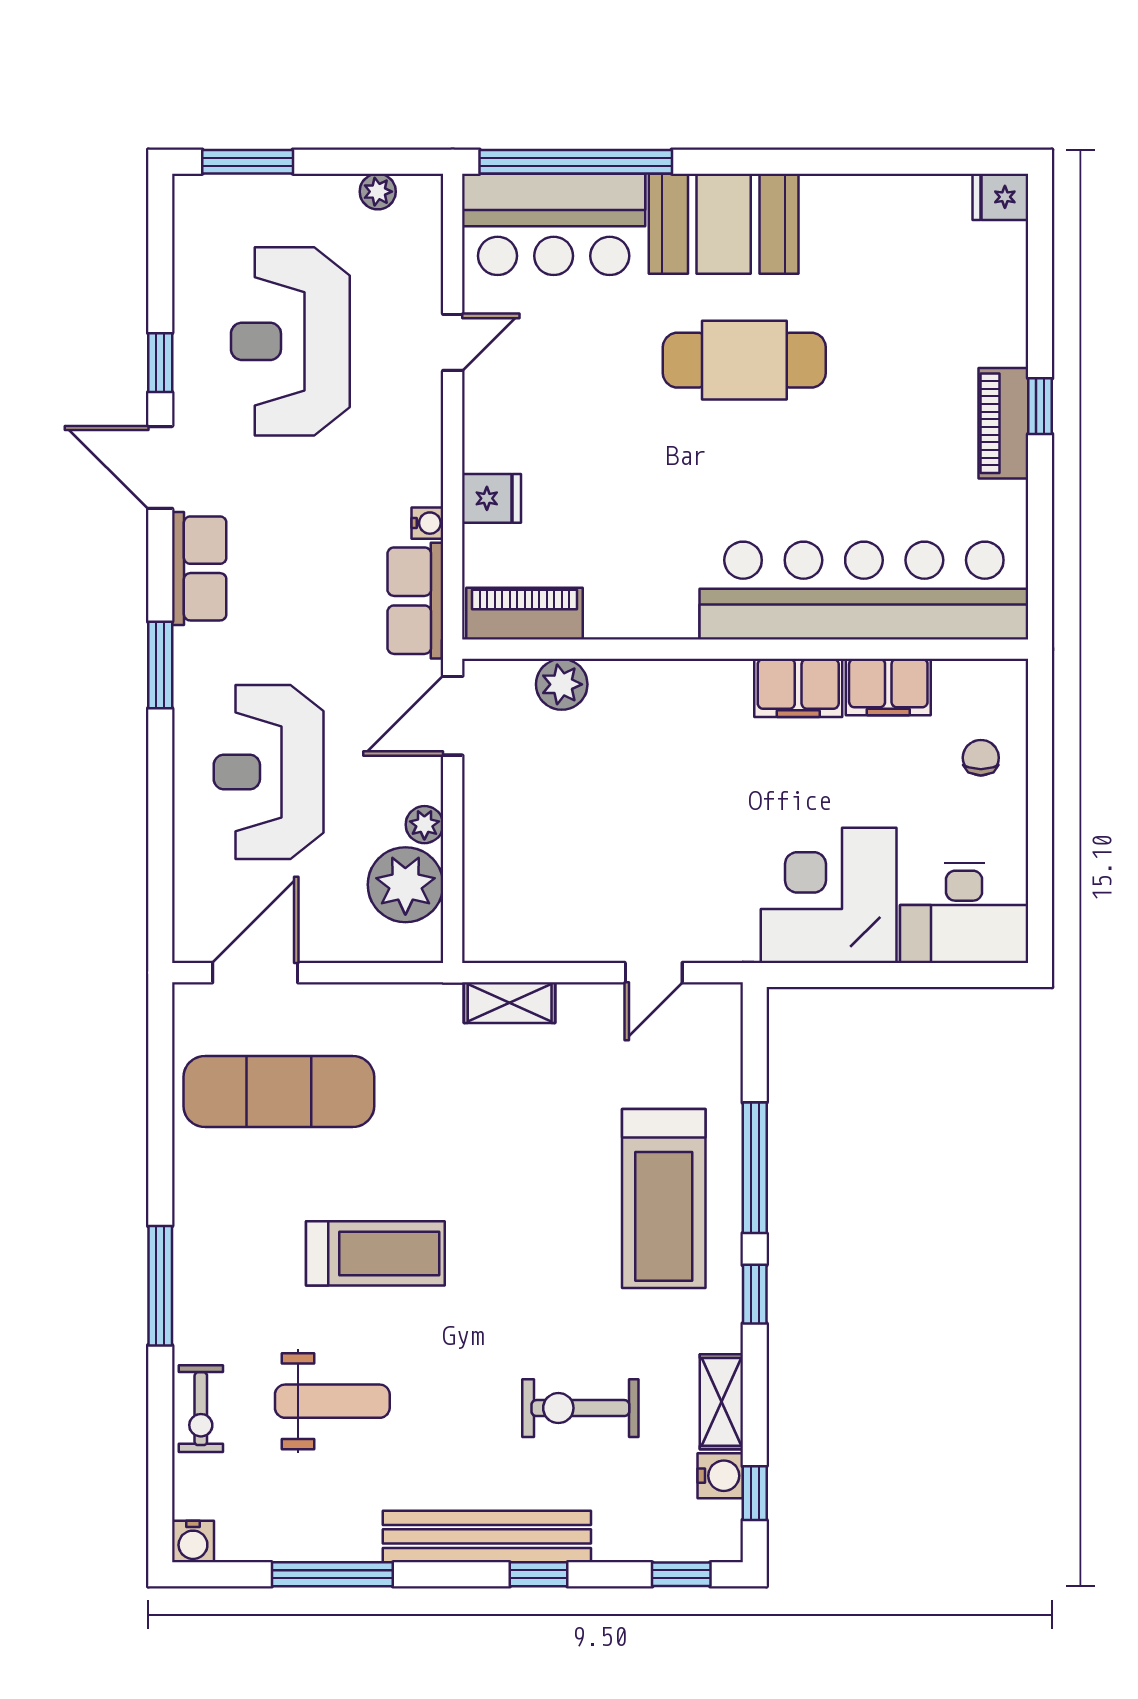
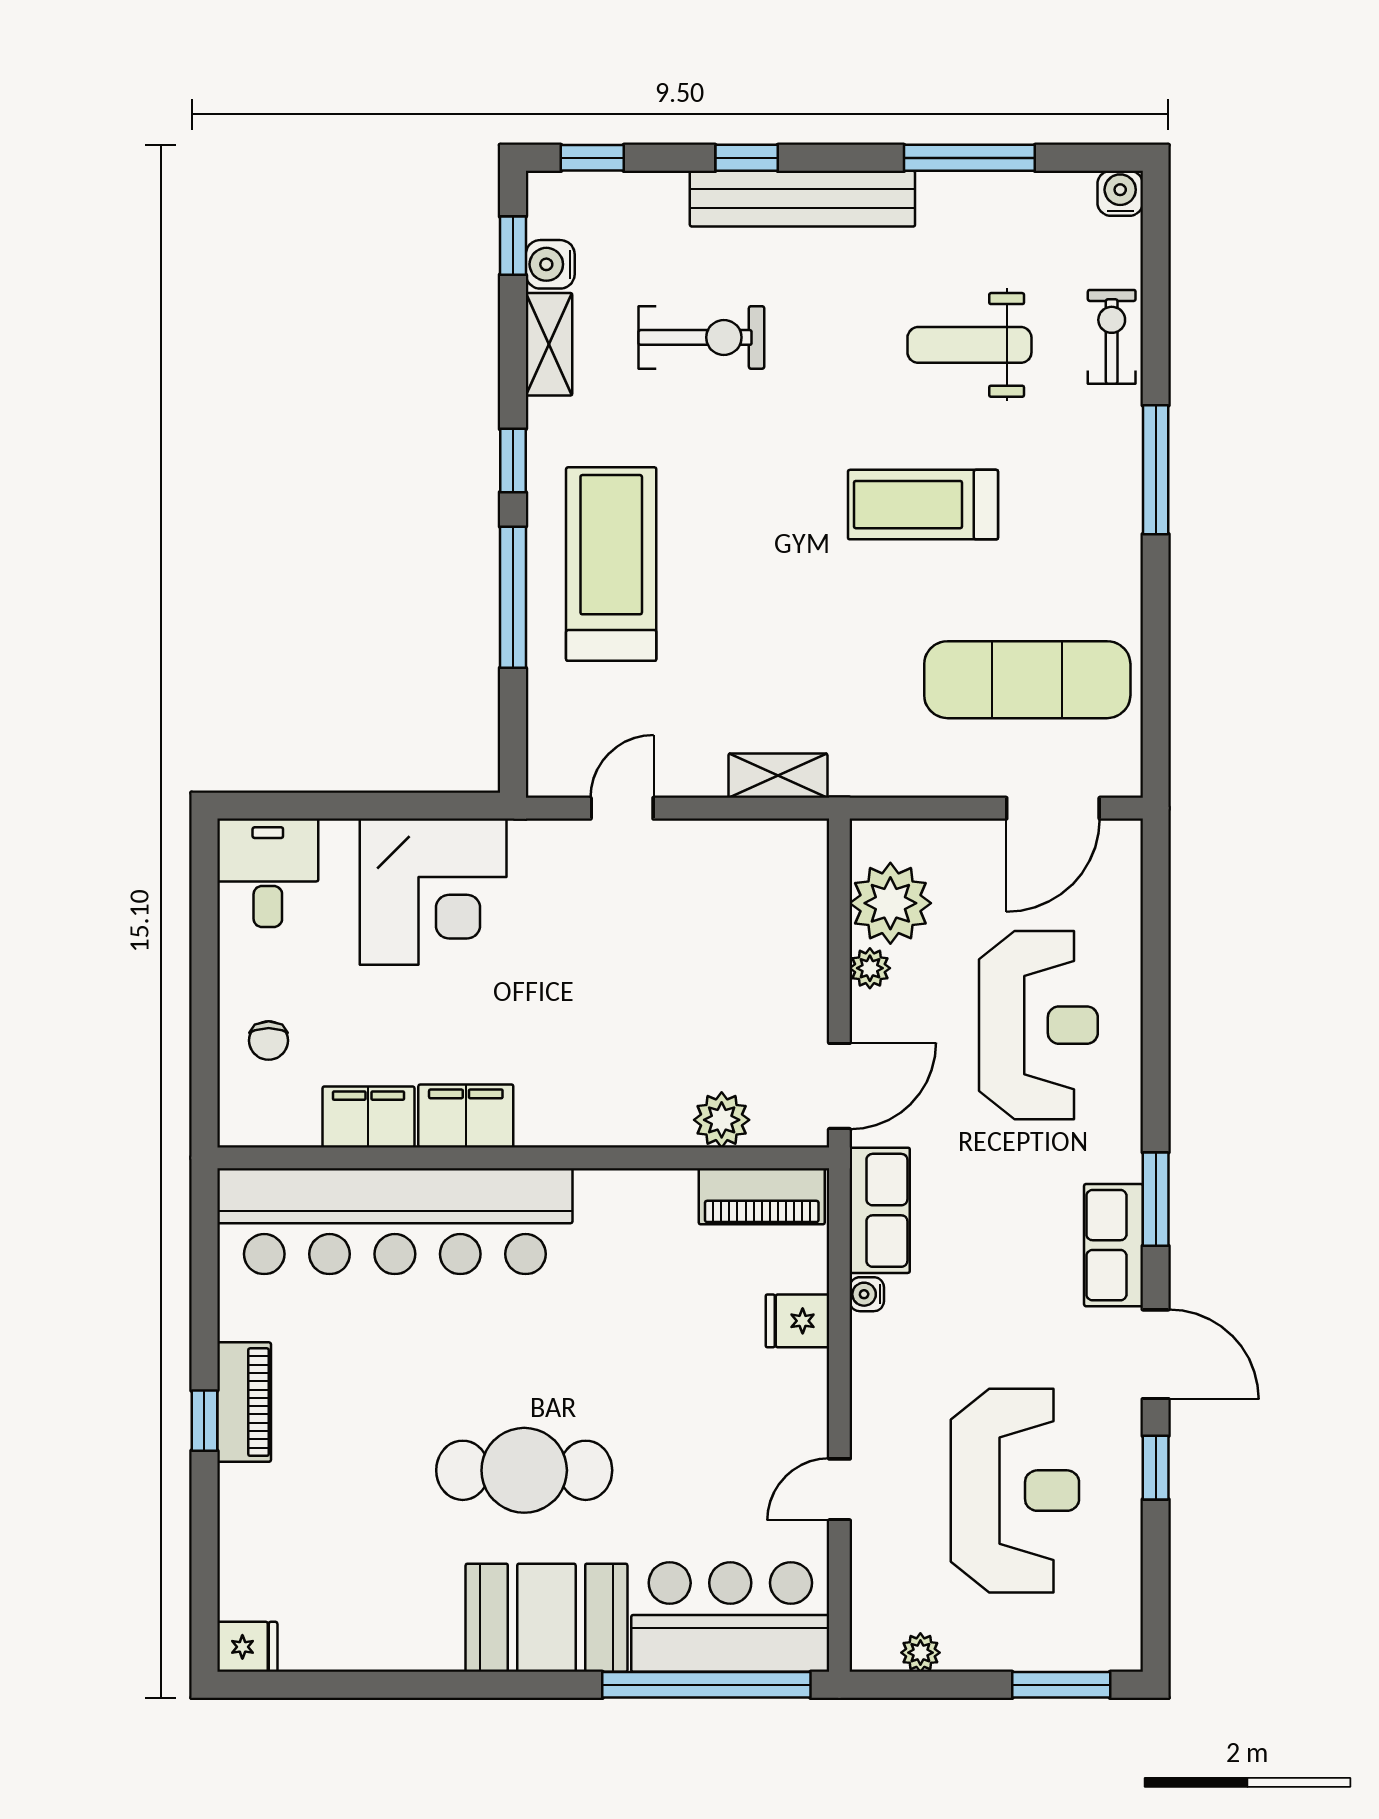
window: (160, 665) -> (1156, 1199), moved
desk: (964, 913) -> (268, 873), width x0.73

